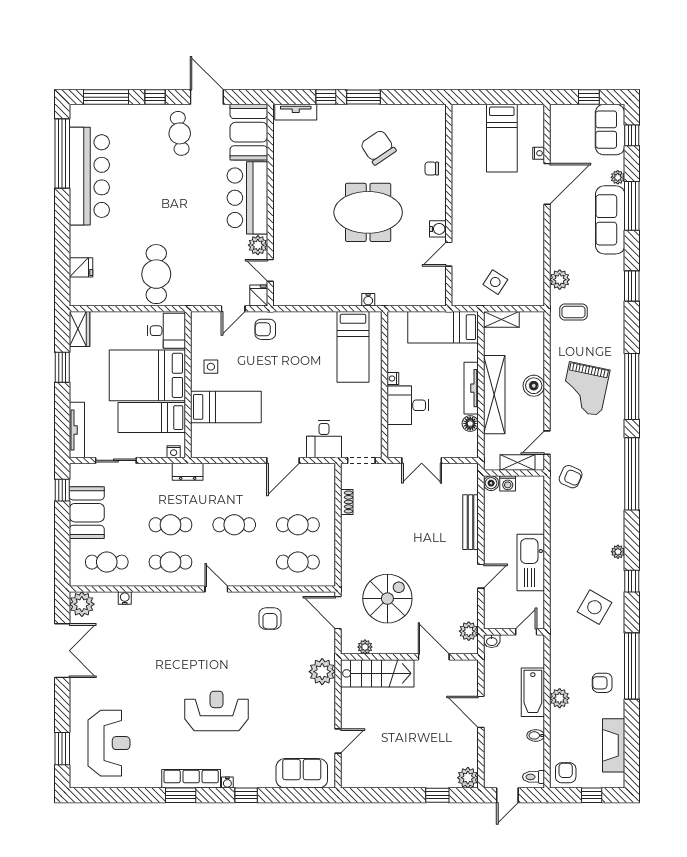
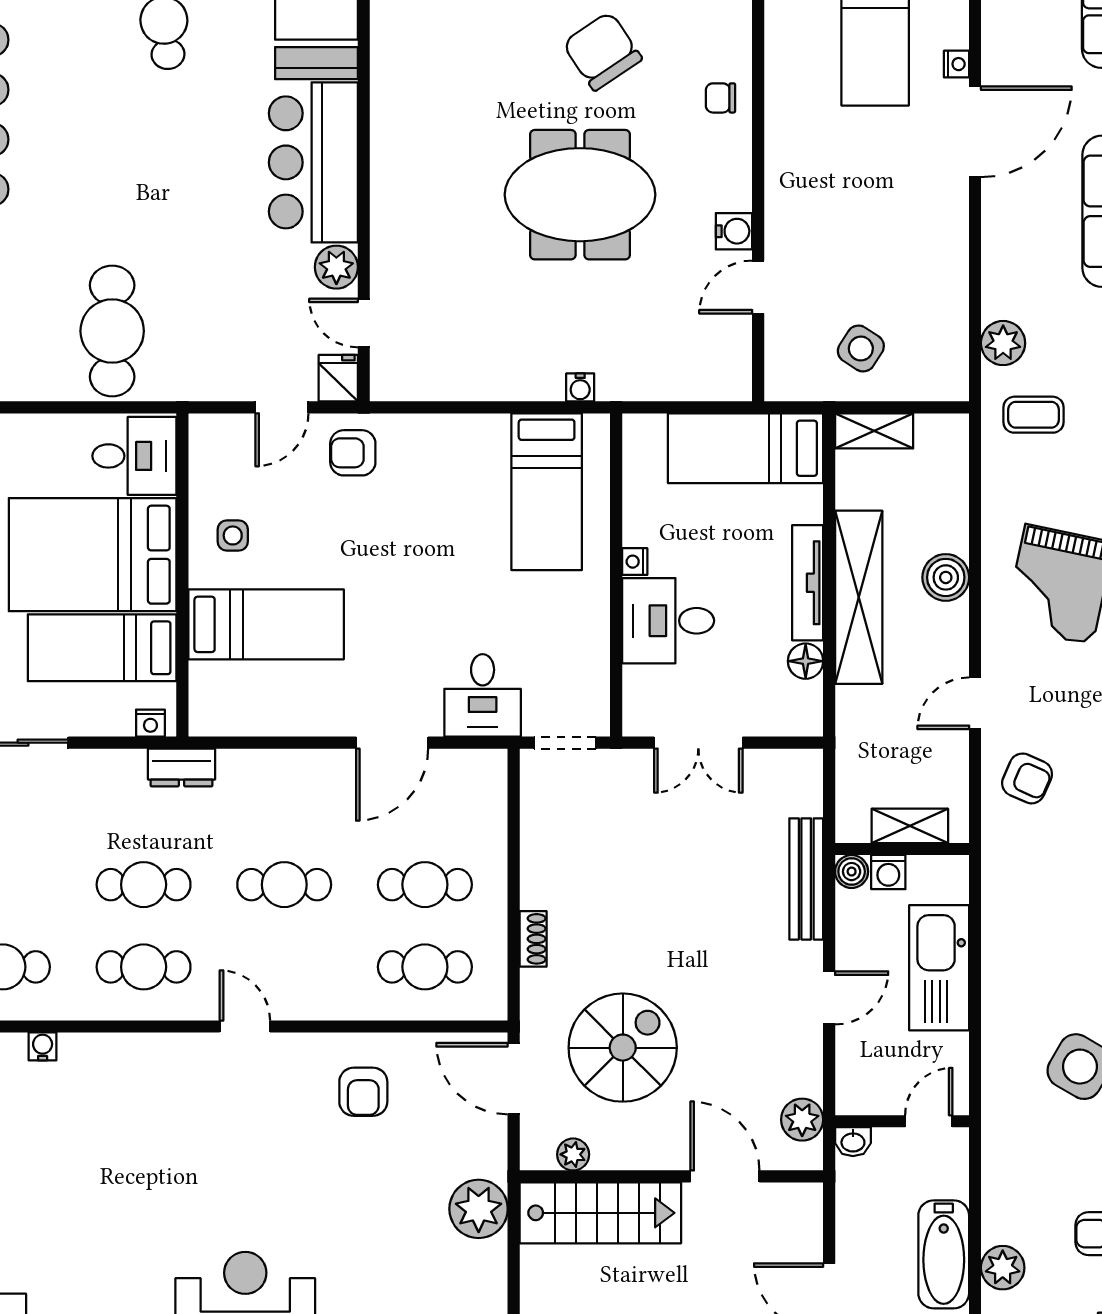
shelving: (517, 462) -> (910, 826), moved
wall: (514, 473) -> (902, 849), moved
boiler: (491, 483) -> (852, 872), moved
washing machine: (508, 483) -> (888, 872), moved
shoe rack: (347, 502) -> (533, 939), moved

